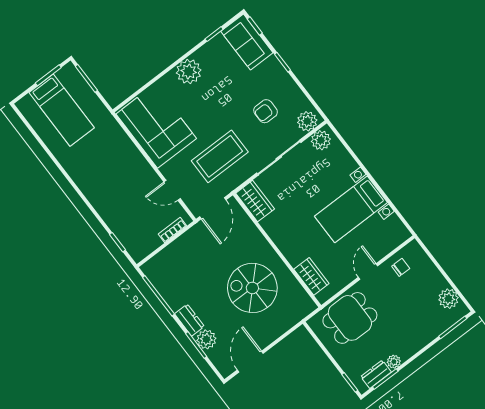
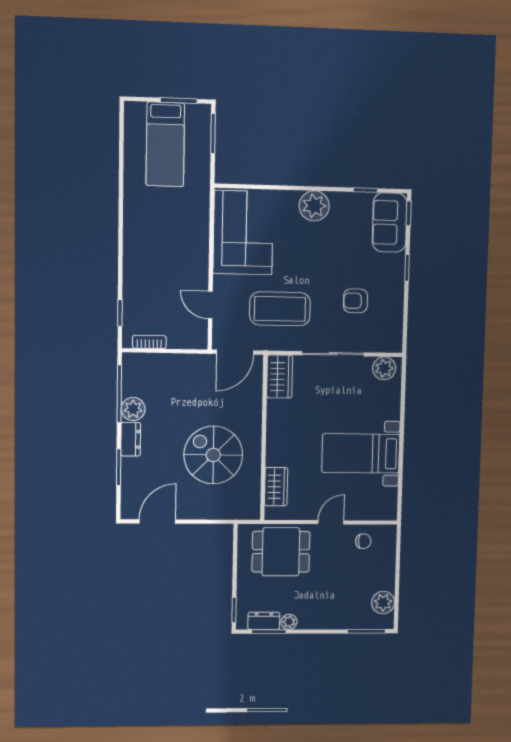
plant: (307, 121) -> (386, 341), removed
bookcase: (172, 230) -> (149, 342), moved
plant: (206, 339) -> (133, 409), moved

